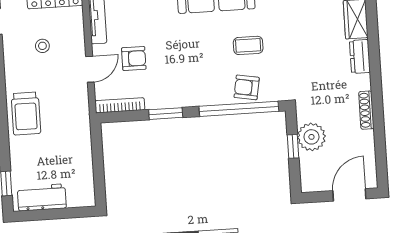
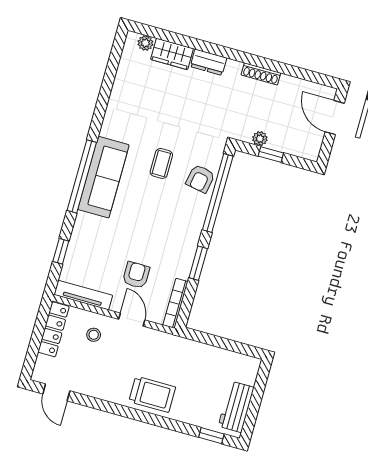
stool: (42, 46) -> (94, 335), moved
plant: (311, 137) -> (260, 139), width x0.53, depth x0.53

